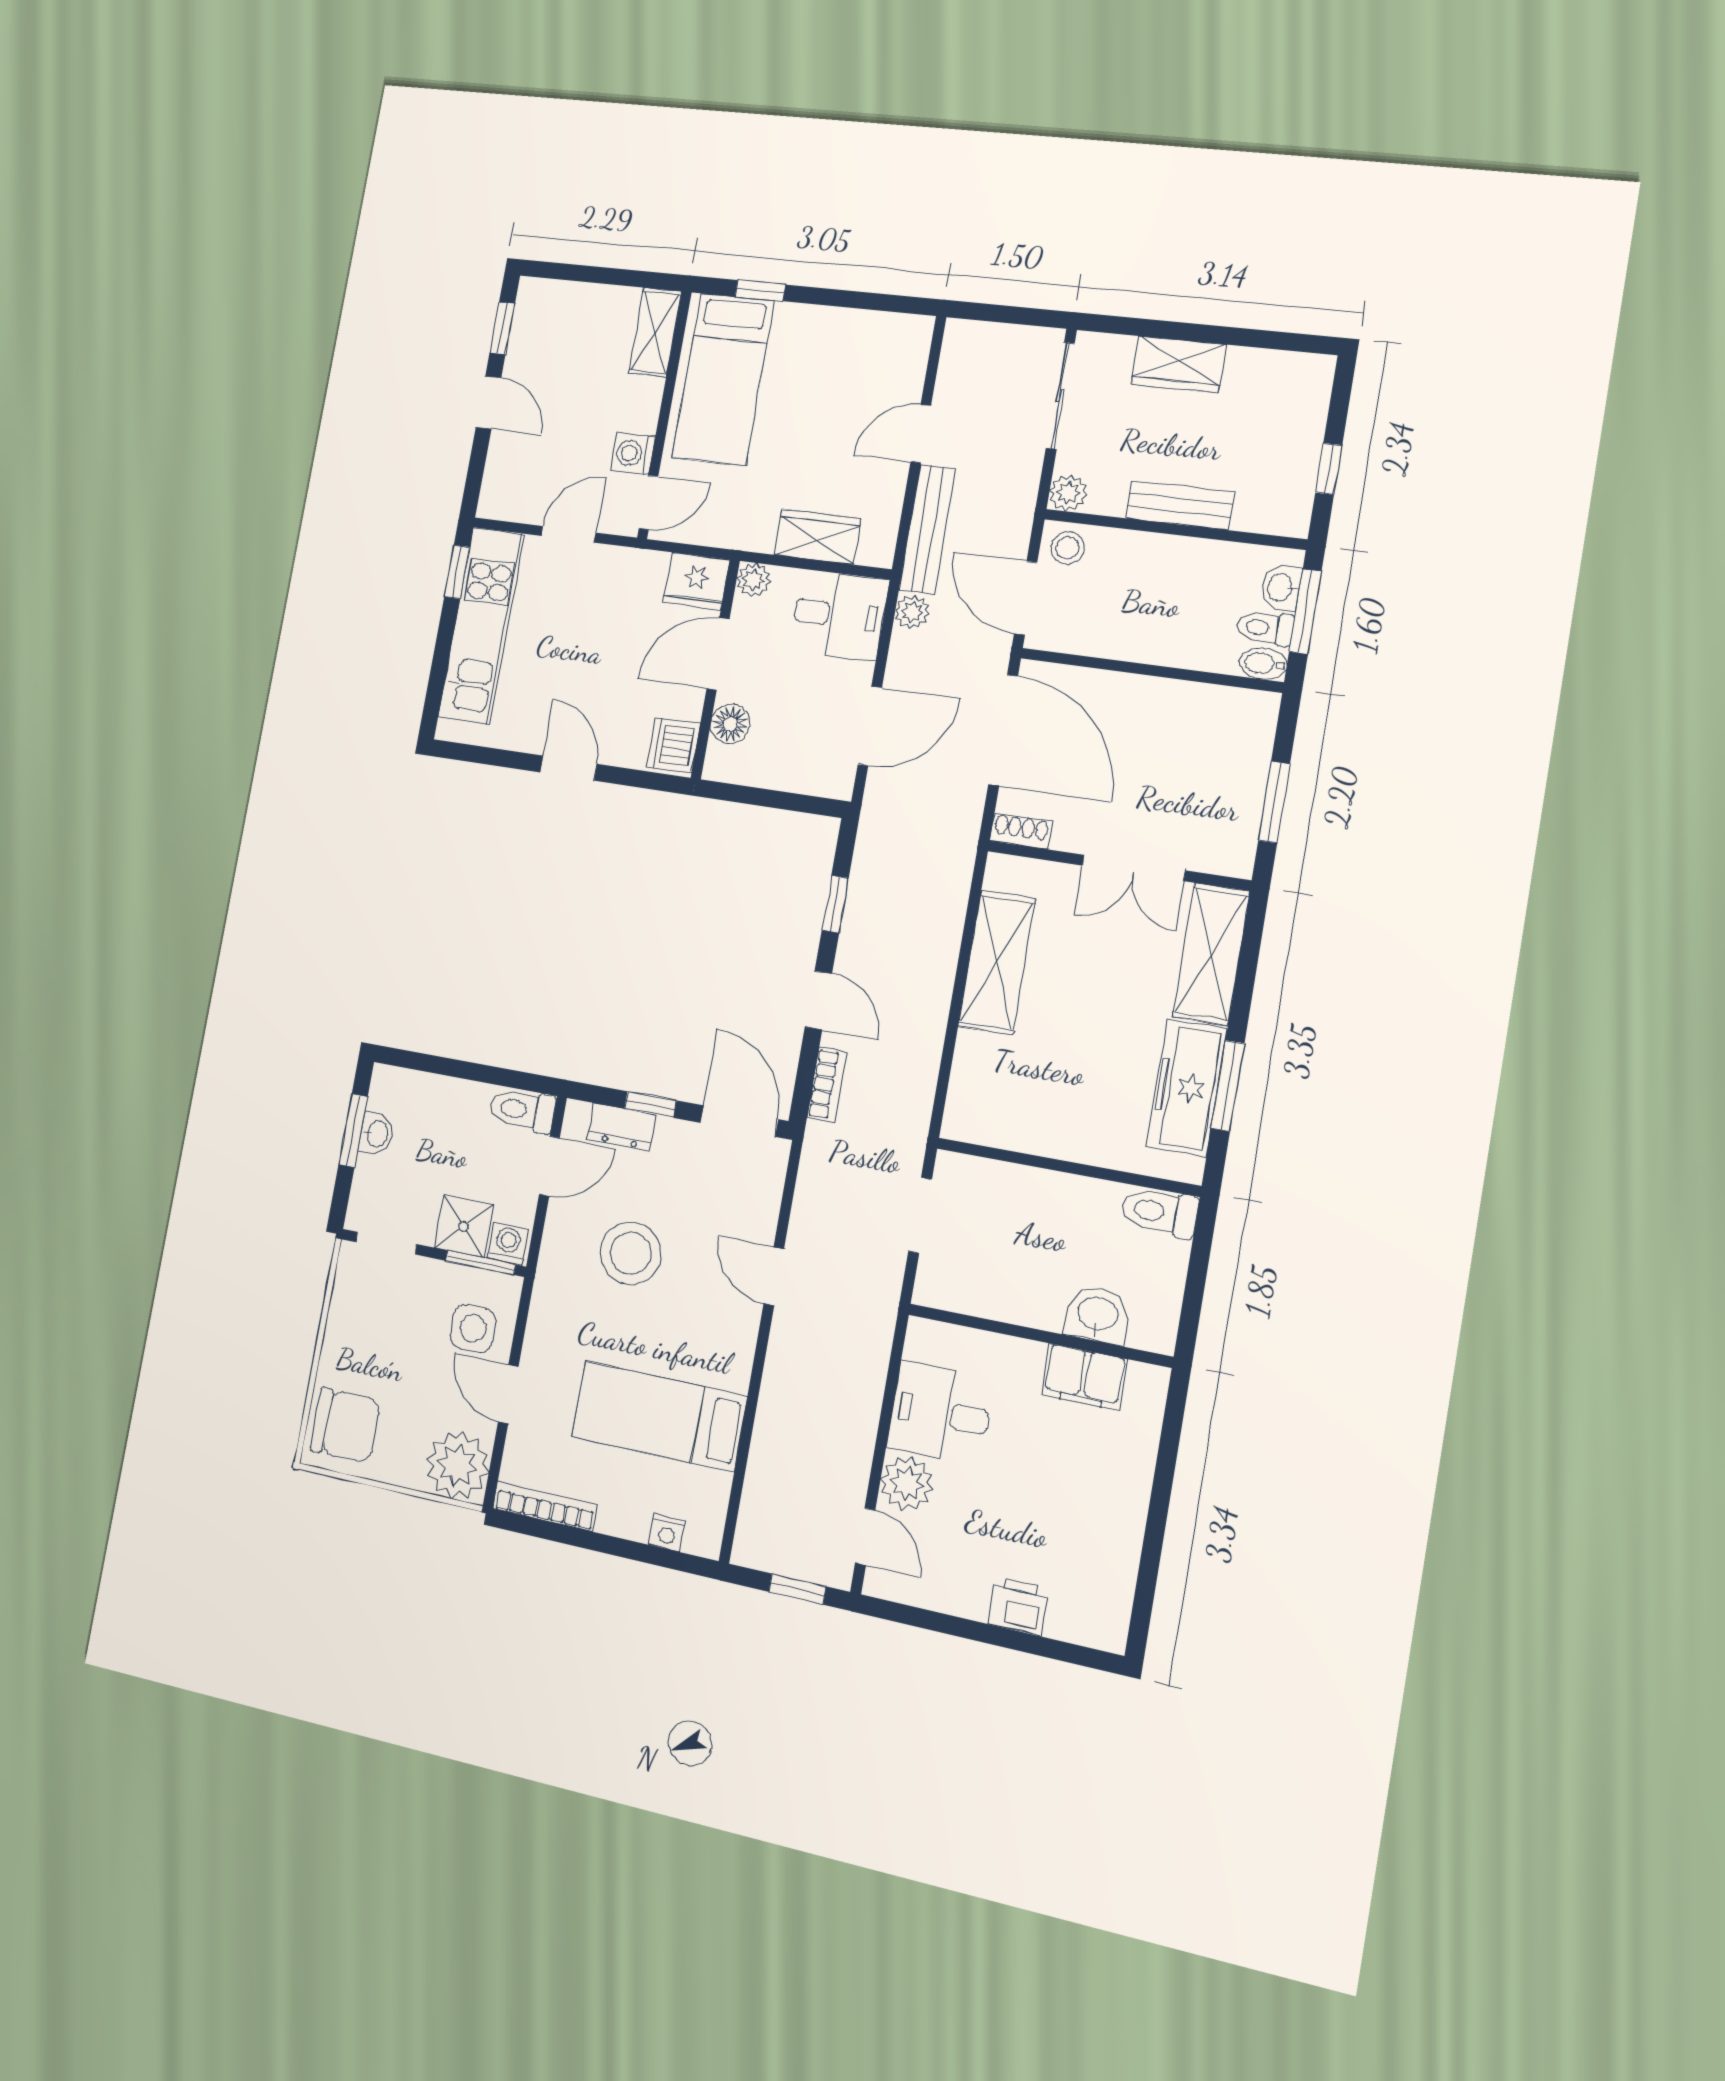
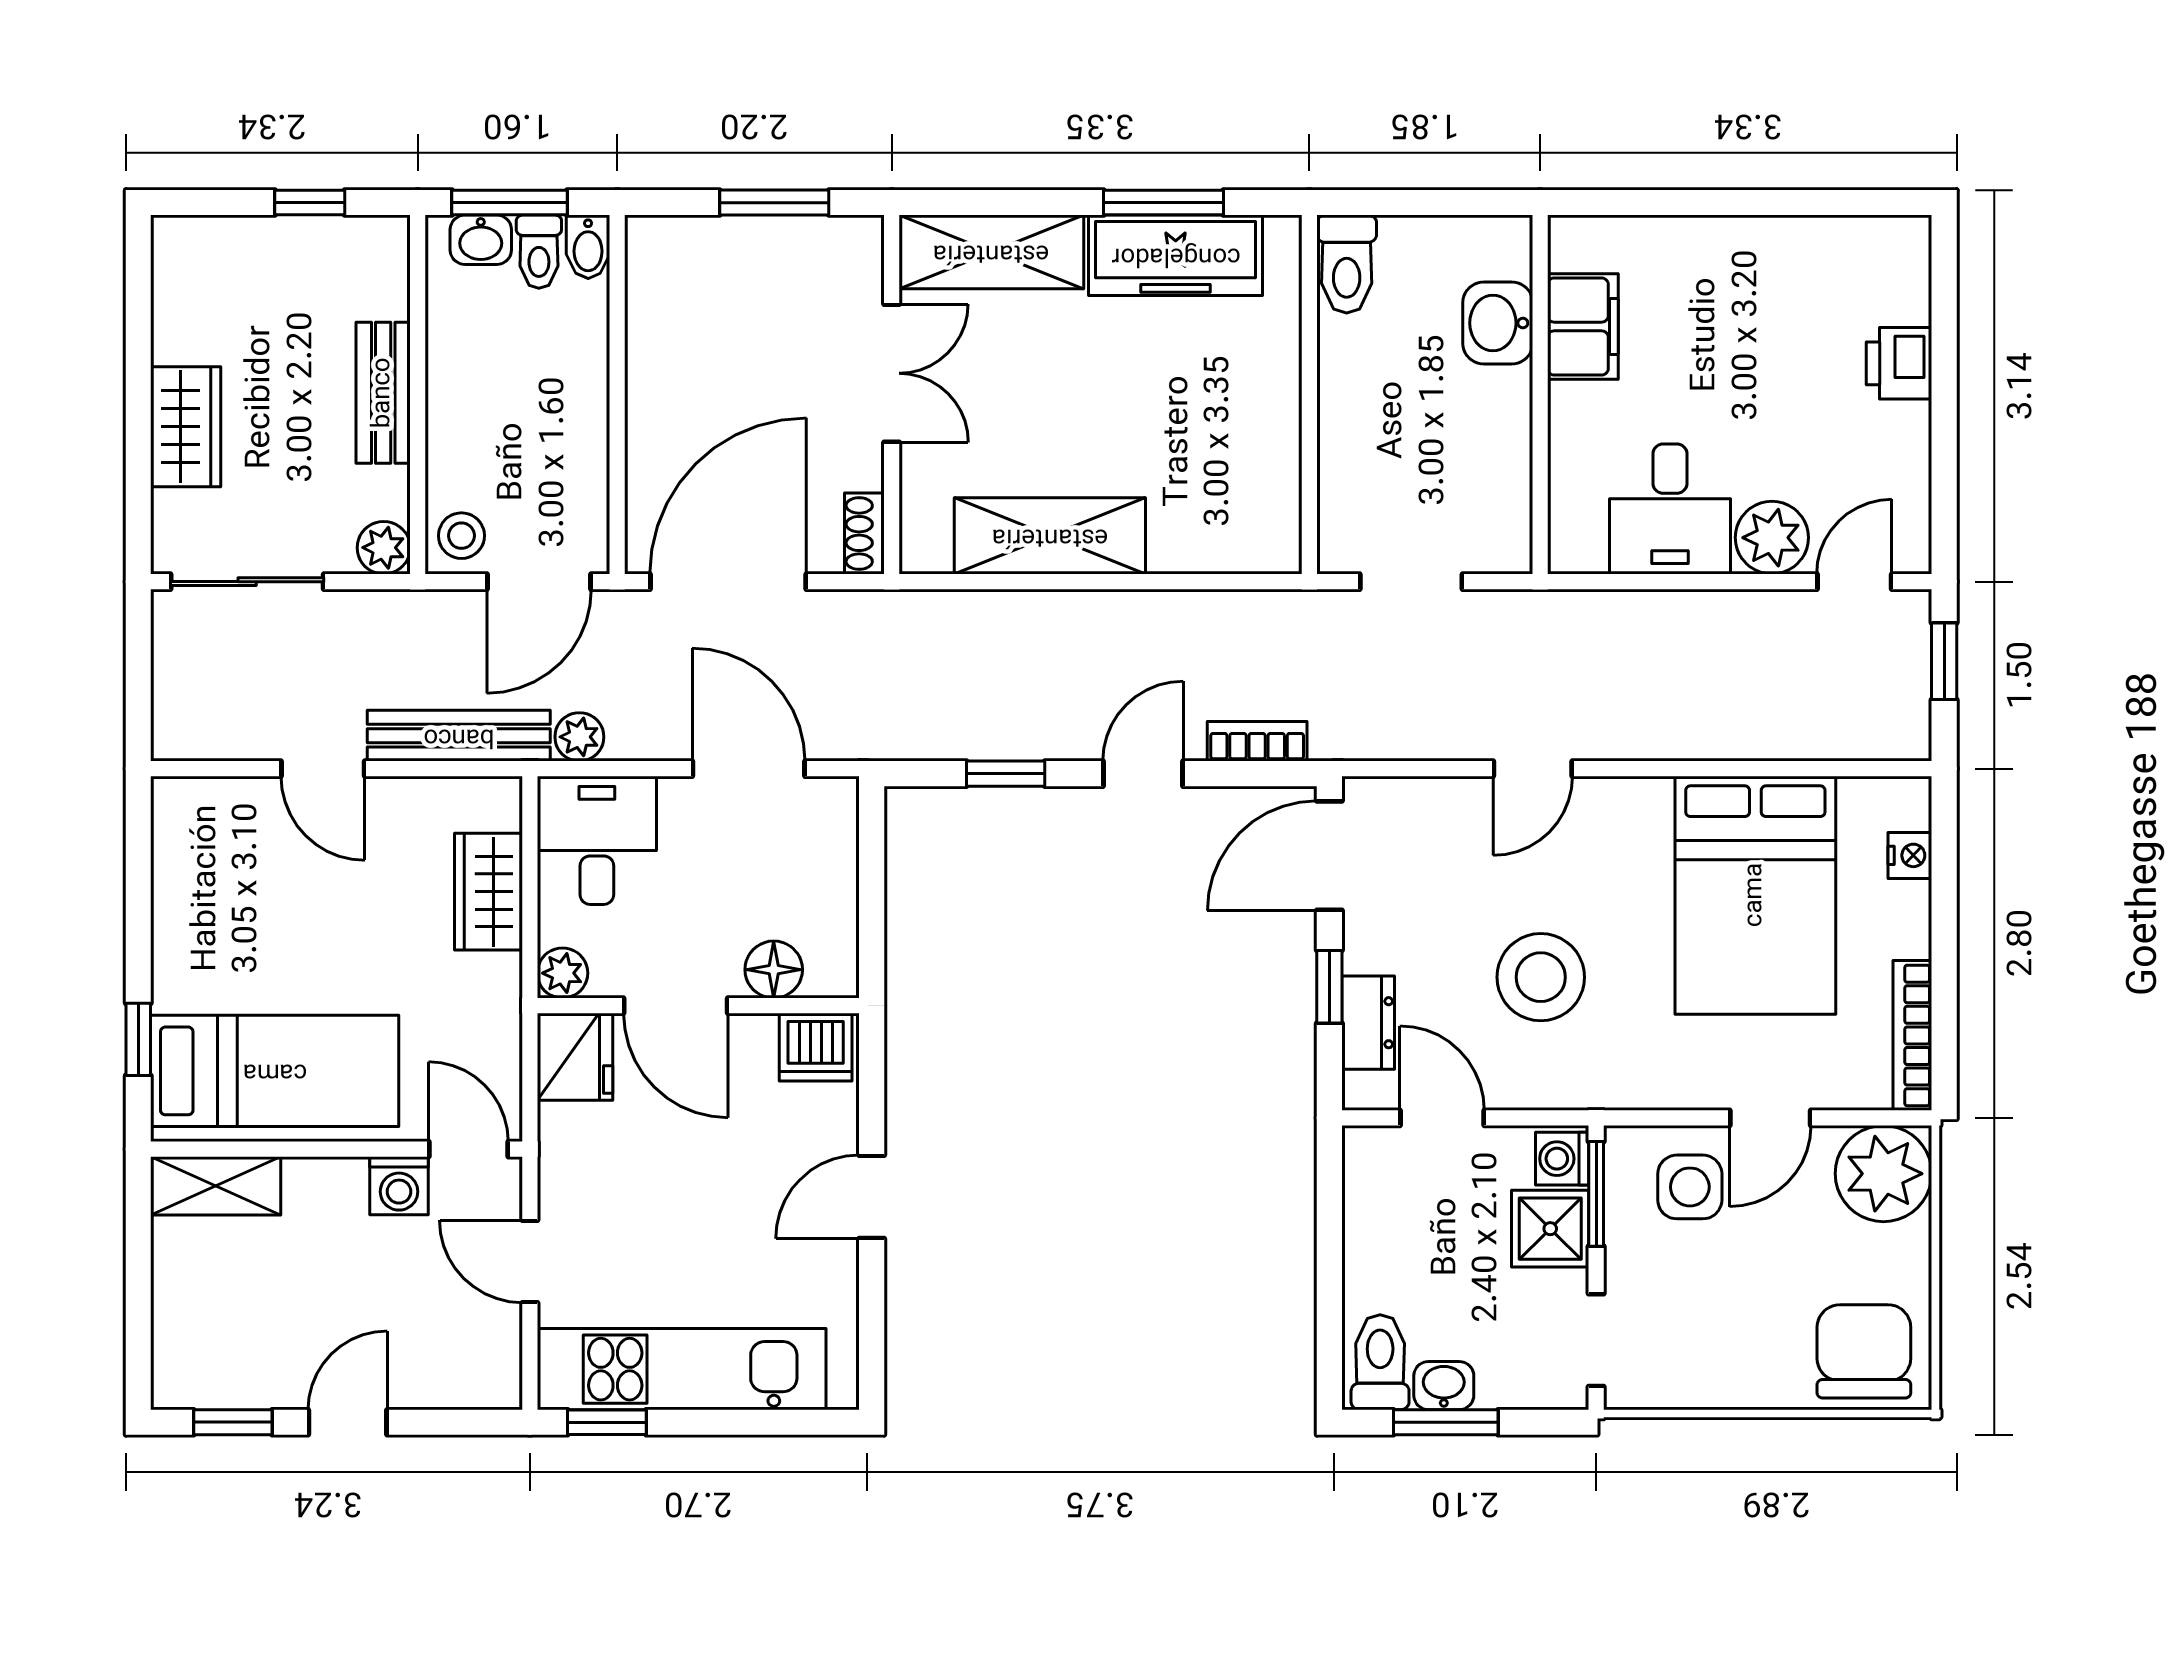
toilet: (522, 1110) -> (1380, 1362), moved, turned 180
bed: (659, 1416) -> (1755, 895), width x1.50

